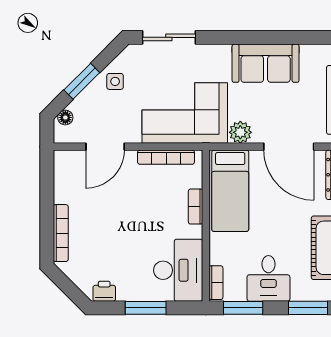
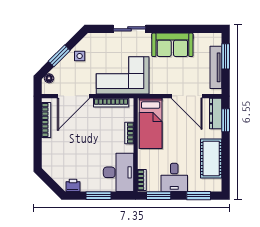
sliding door: (169, 37) -> (130, 29), moved
plant: (240, 132) -> (157, 87), removed
door: (105, 147) -> (74, 96), width x1.36
bookcase: (61, 233) -> (46, 120), moved

